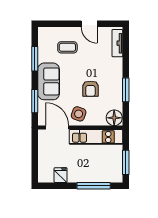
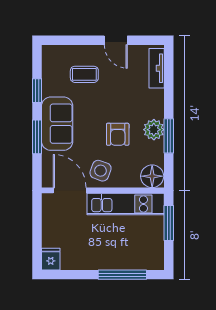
window: (35, 59) -> (37, 91), width x0.67
plant: (115, 86) -> (154, 130), added
window: (35, 101) -> (37, 137), moved
window: (126, 162) -> (169, 223), moved
fridge: (61, 175) -> (51, 259), moved

